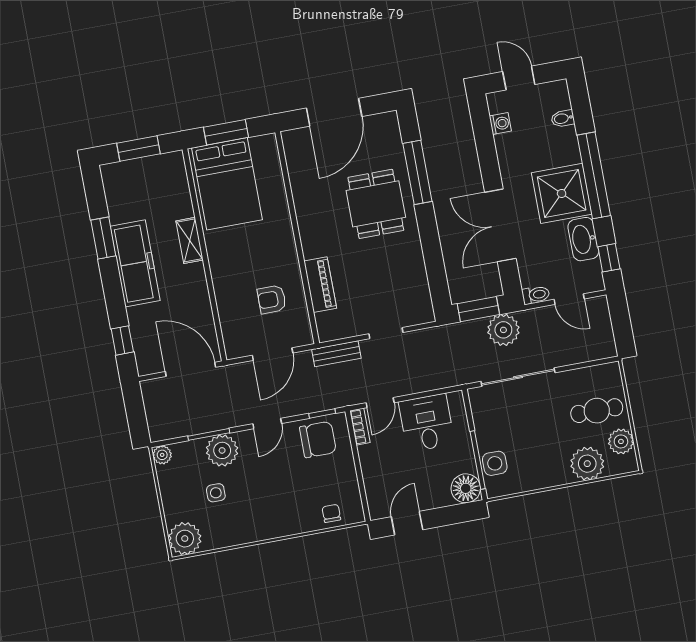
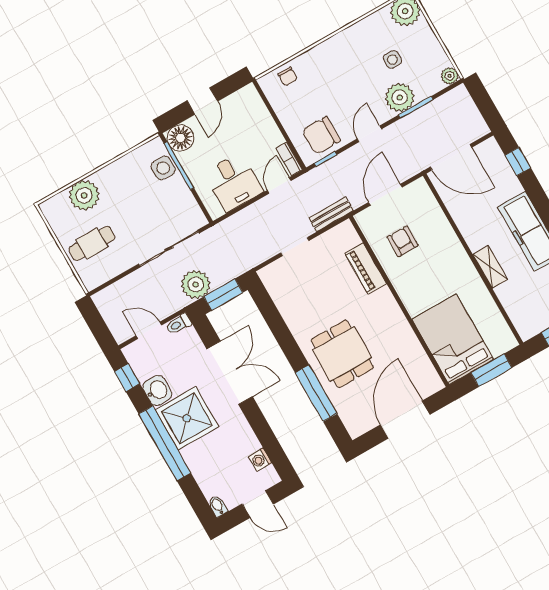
bidet: (563, 118) -> (218, 506), moved, turned -90
bed: (227, 184) -> (453, 339), moved
washbasin: (583, 239) -> (157, 390), width x0.72
armchair: (272, 299) -> (403, 241), turned -90
plant: (621, 441) -> (62, 224), removed
door: (407, 523) -> (202, 101), moved

